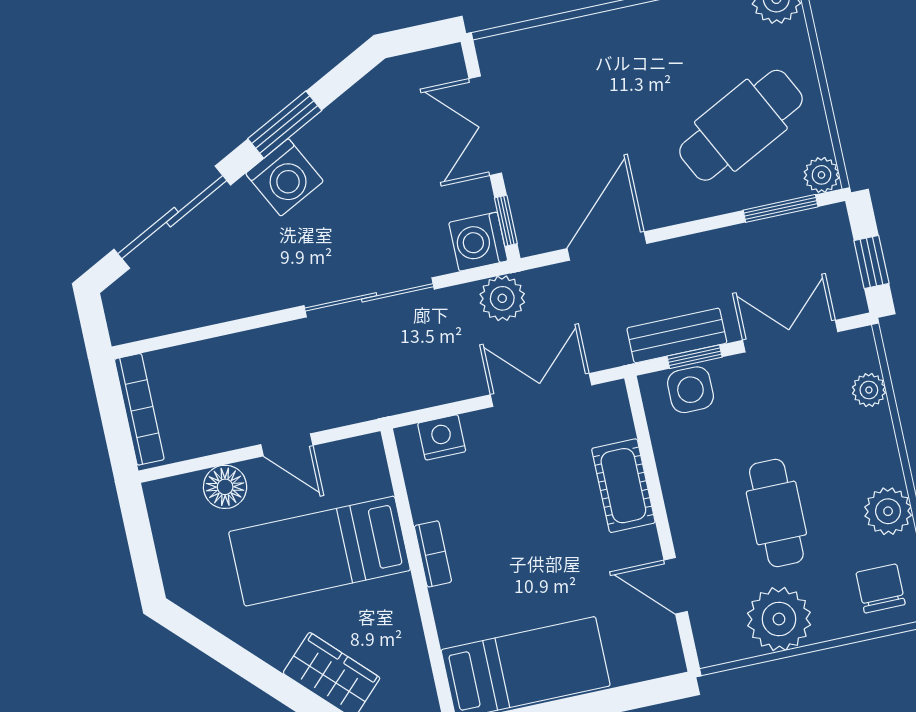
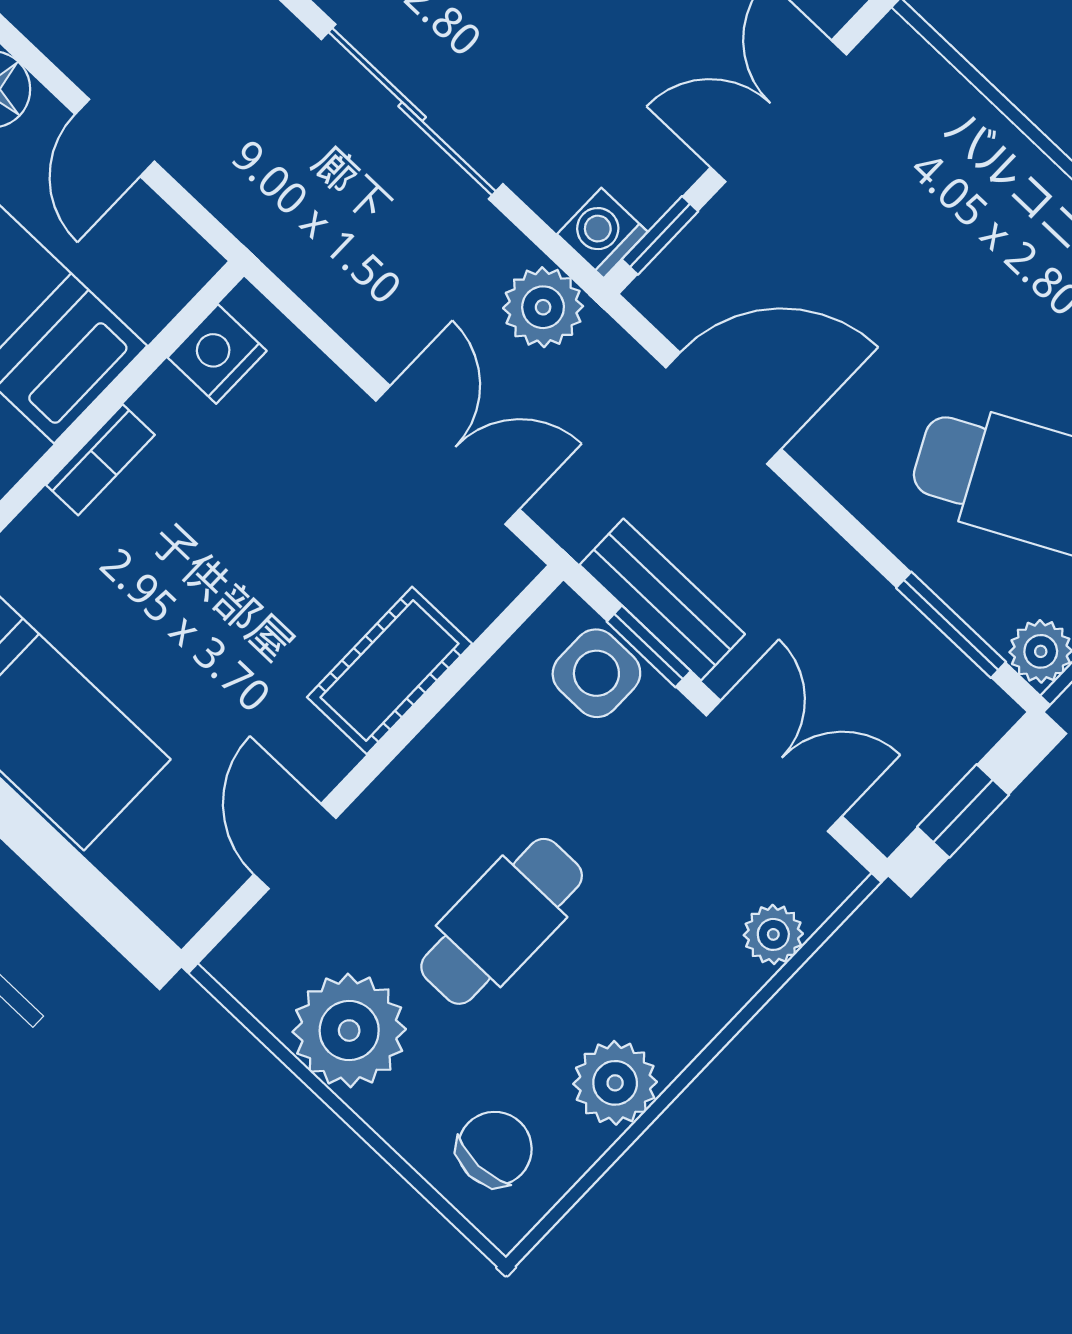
washing machine: (478, 242) -> (602, 233), width x0.73, depth x0.73
nightstand: (442, 437) -> (217, 354), moved, turned -90

